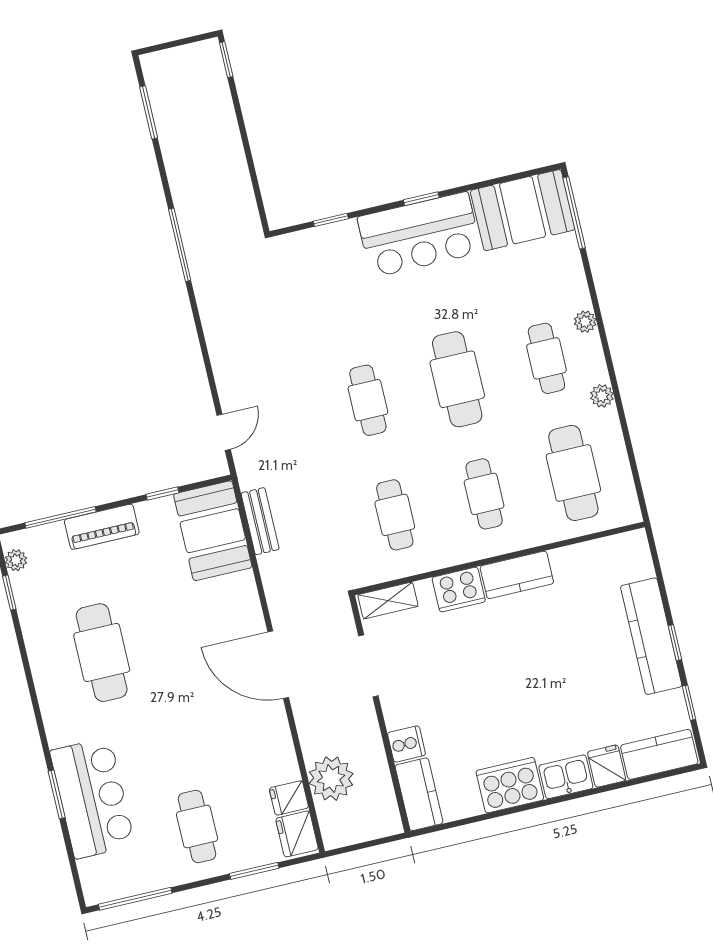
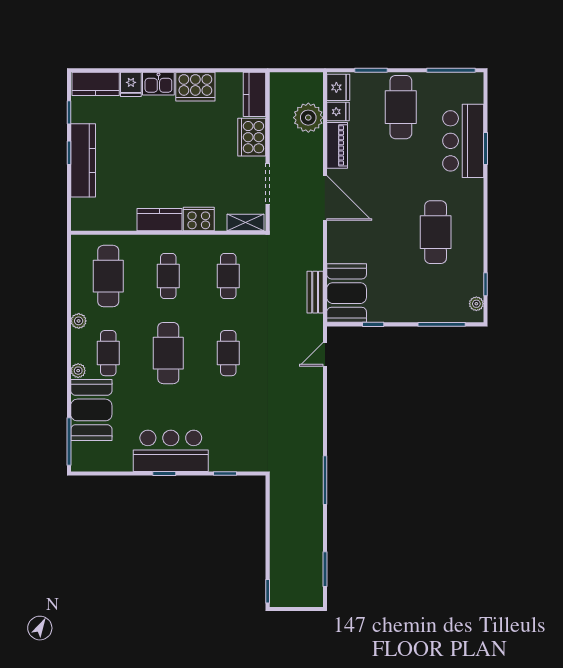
booth: (523, 210) -> (91, 410), moved, turned 90
piano: (102, 527) -> (337, 145), moved, turned 90
cooker: (406, 744) -> (252, 137), width x1.87, depth x1.31
cafe table: (197, 827) -> (401, 107), width x1.37, depth x1.35

